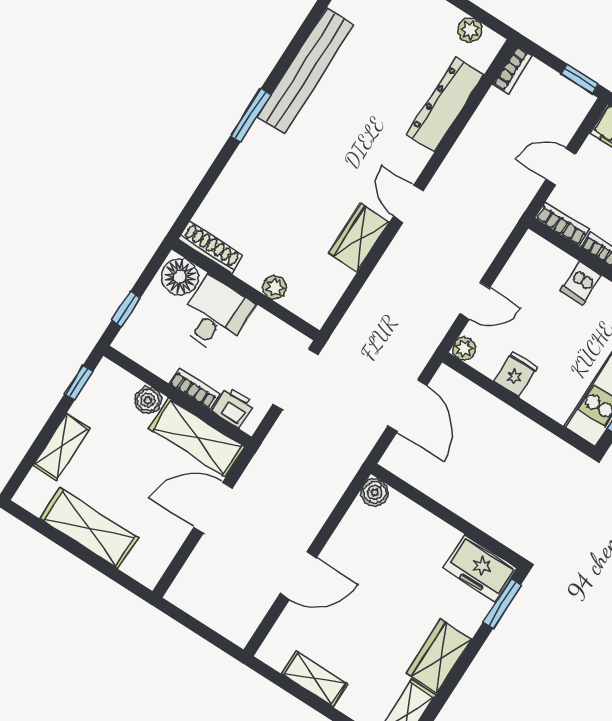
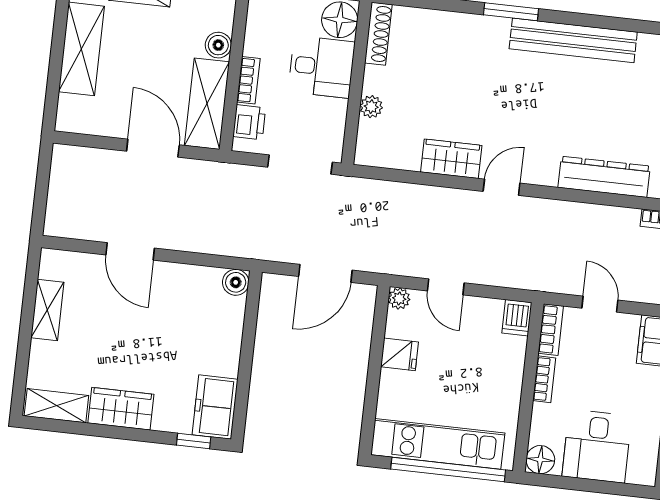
dishwasher: (581, 283) -> (517, 318), moved, turned -90
window: (502, 603) -> (194, 441), width x0.67

